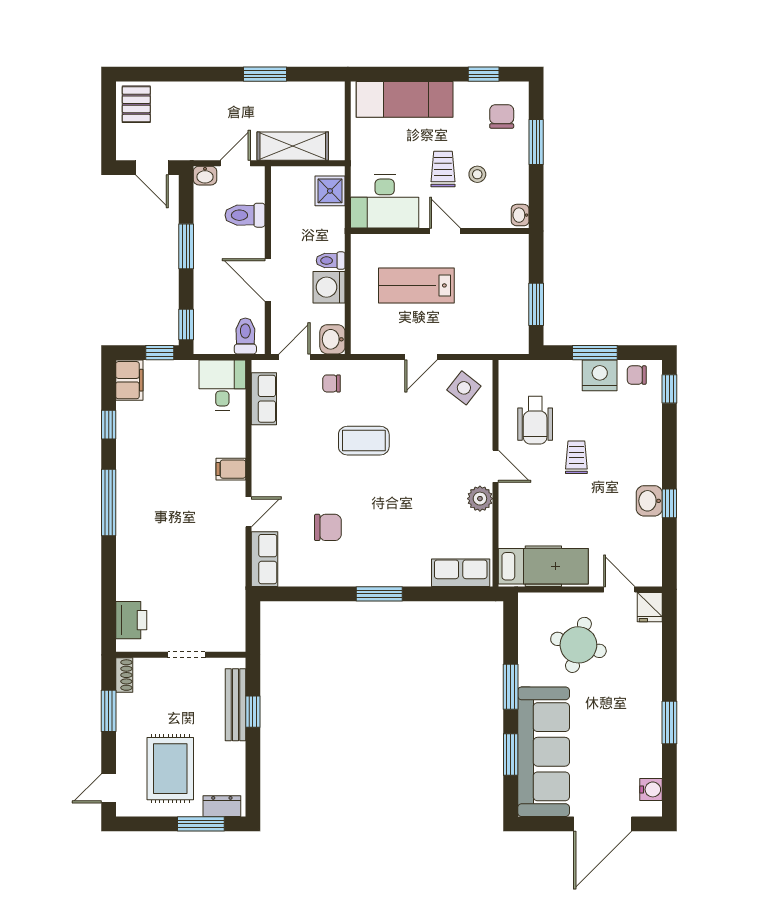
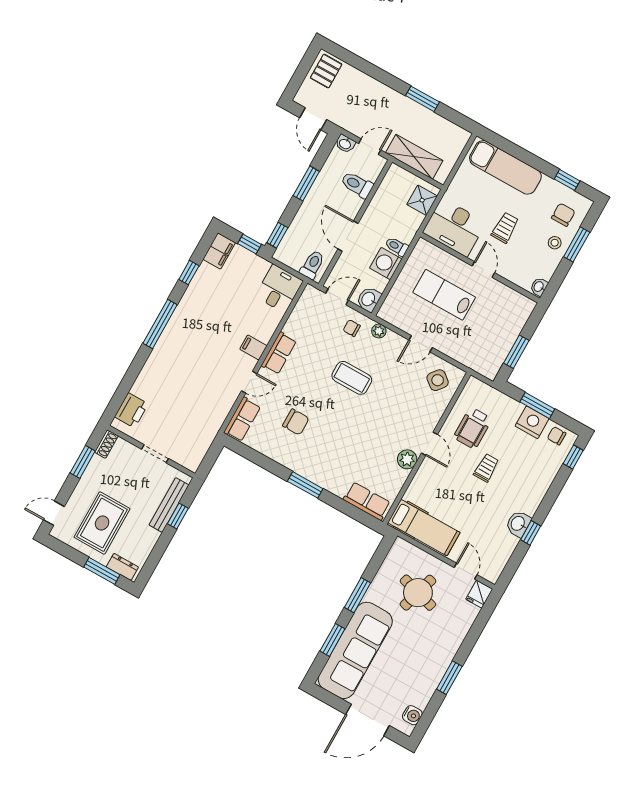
stool: (477, 174) -> (555, 243), moved
plant: (365, 369) -> (379, 331), added
row of seats: (264, 399) -> (279, 353), moved

